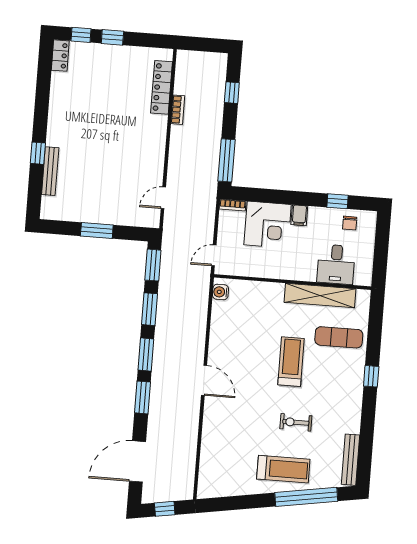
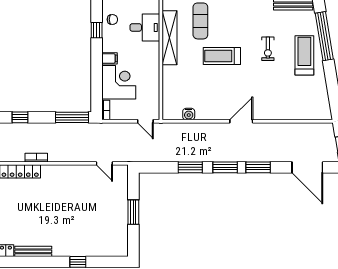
bench: (50, 171) -> (33, 251), moved
window: (153, 265) -> (156, 167), removed
water cooler: (220, 292) -> (189, 114), moved

